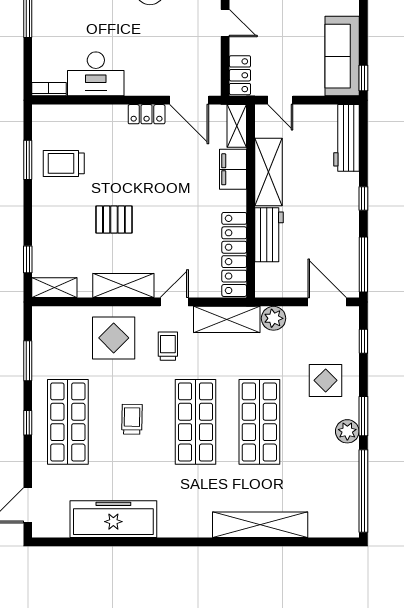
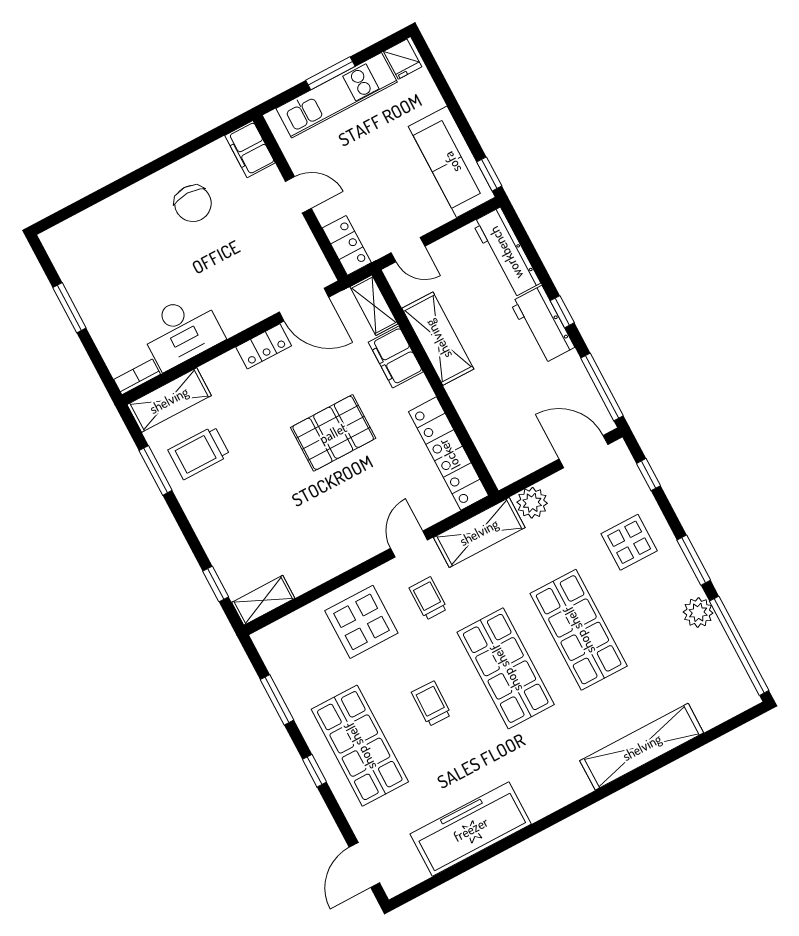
pallet: (114, 220) -> (333, 433), moved, width x1.50, depth x1.42
workbench: (269, 235) -> (542, 325), moved, turned 180
shelving: (123, 286) -> (169, 400), moved
plant: (347, 431) -> (698, 612), moved

